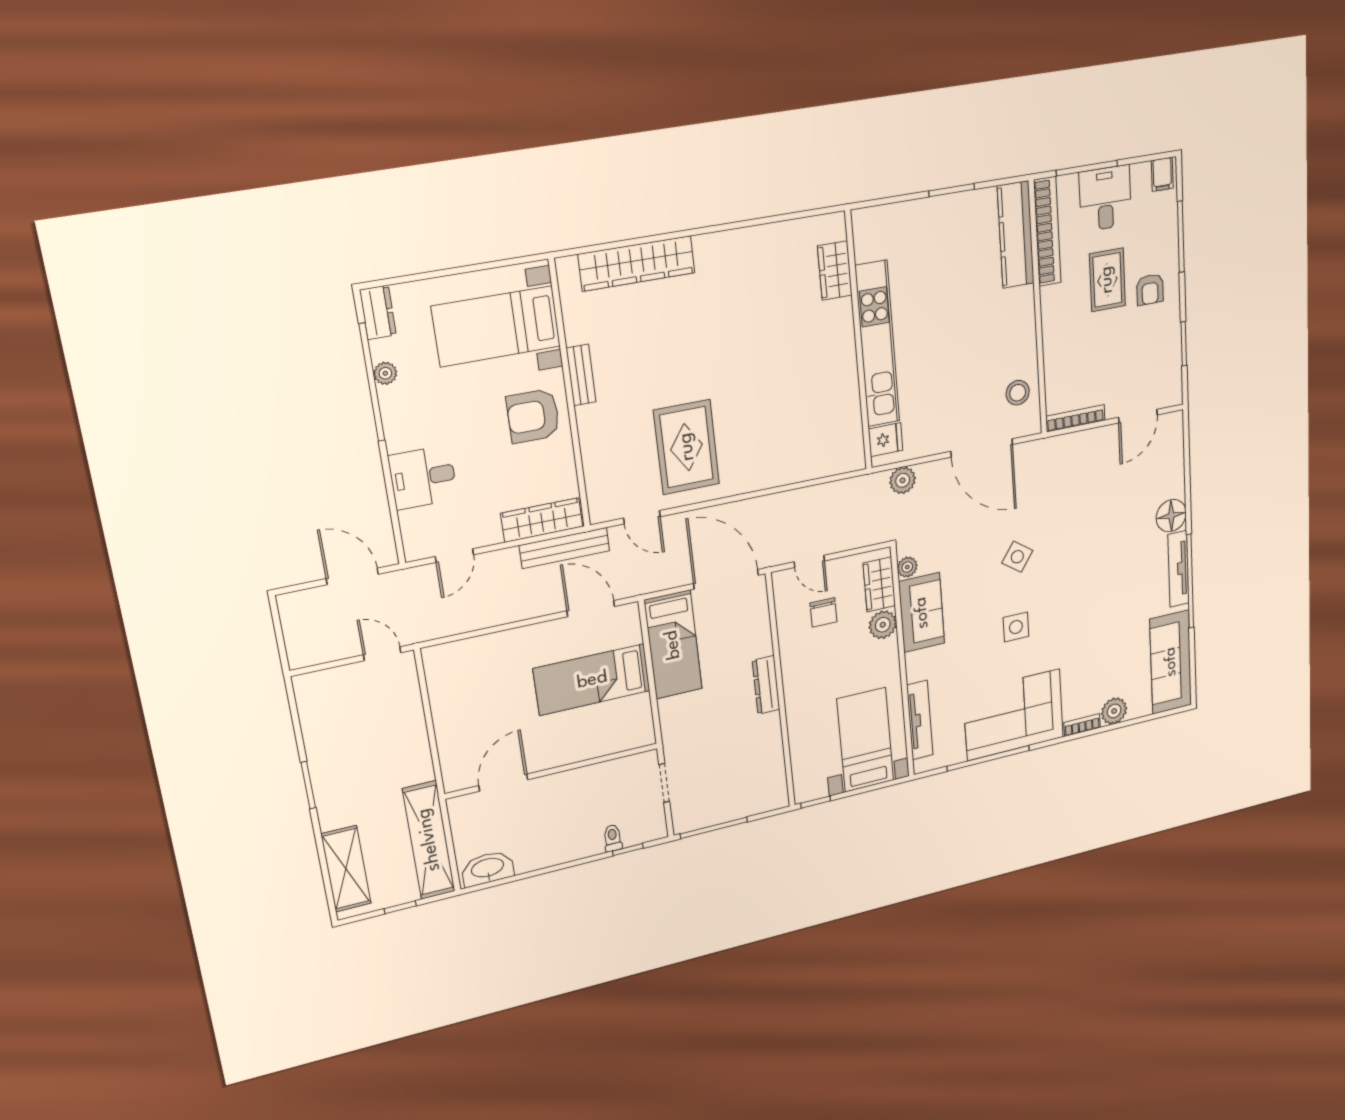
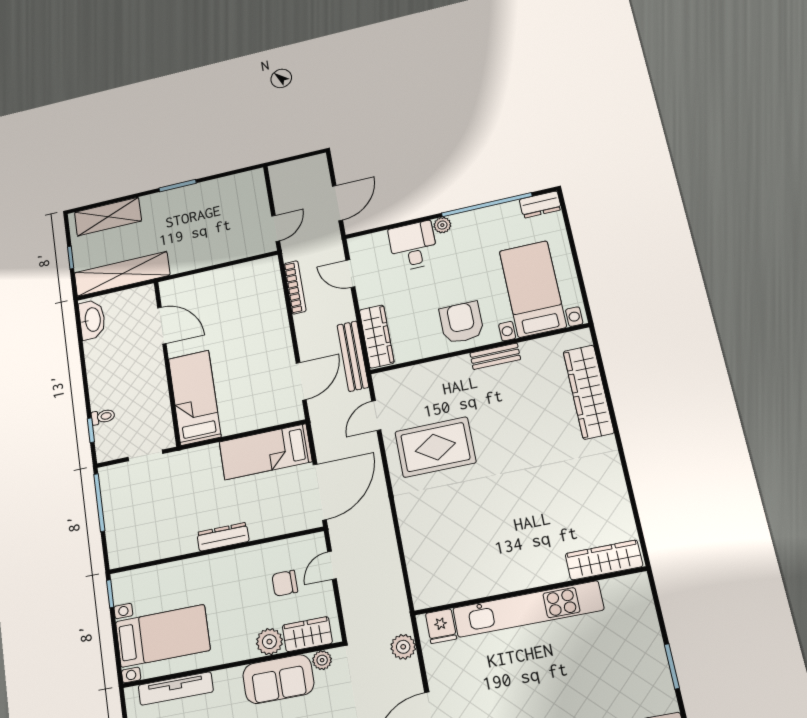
wardrobe: (835, 271) -> (604, 560), width x1.50
plant: (385, 373) -> (442, 225), moved
bookcase: (467, 624) -> (295, 287), added
bed: (592, 680) -> (195, 398), moved

